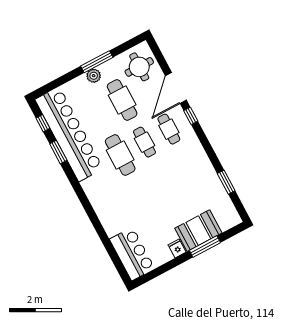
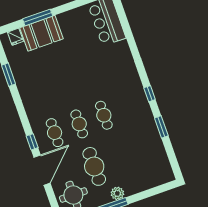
window: (43, 123) -> (150, 94), moved
bar counter: (69, 134) -> (149, 142), removed
cafe table: (120, 155) -> (104, 115), width x0.73, depth x0.74
fridge: (177, 248) -> (15, 37), moved

